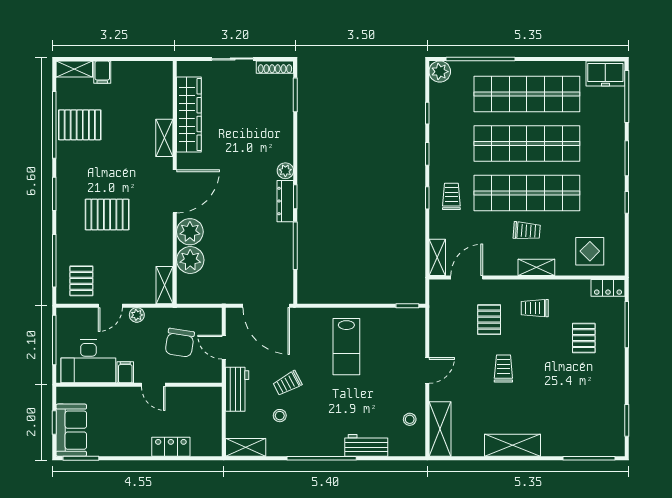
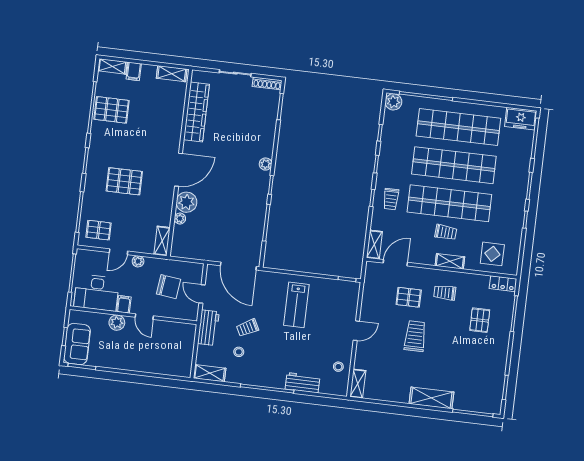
shelving: (164, 138) -> (172, 74), moved, turned 90
trolley: (451, 196) -> (391, 199), turned 180
dresser: (285, 201) -> (263, 187), removed
plant: (190, 260) -> (180, 219), width x0.53, depth x0.53
pallet: (81, 281) -> (99, 230), turned 90
pallet: (489, 320) -> (409, 297), turned 90
chair: (180, 343) -> (169, 287), turned -92
trolley: (503, 368) -> (415, 336), width x1.36, depth x1.39
plant: (119, 397) -> (117, 323), added
shelving: (440, 429) -> (358, 384), width x0.67, depth x0.75
shelving: (512, 445) -> (431, 398), moved
locker: (171, 447) -> (152, 366), removed

